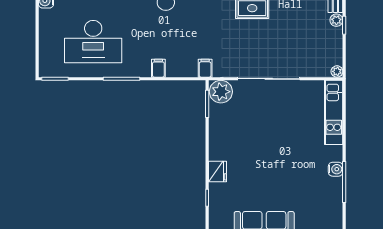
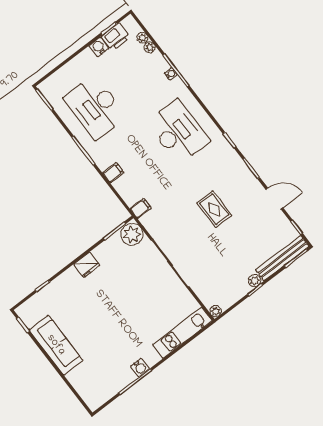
fridge: (217, 172) -> (87, 265), moved

